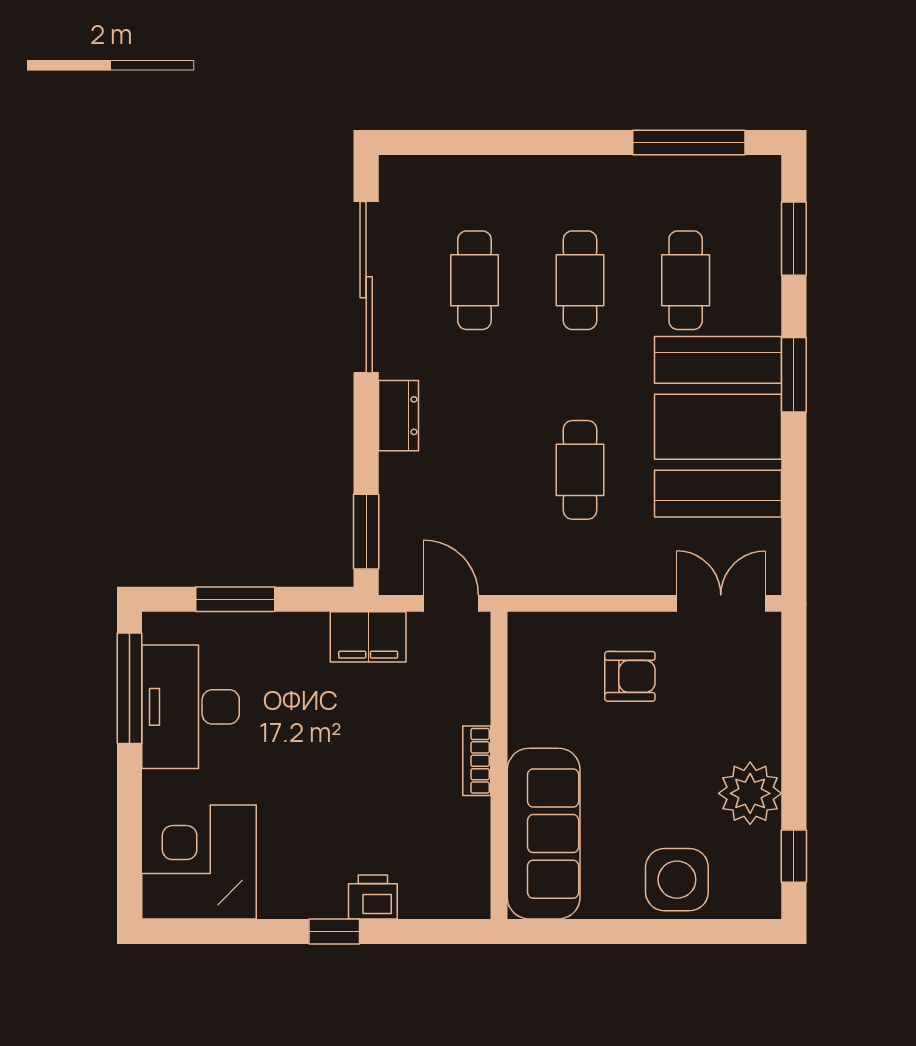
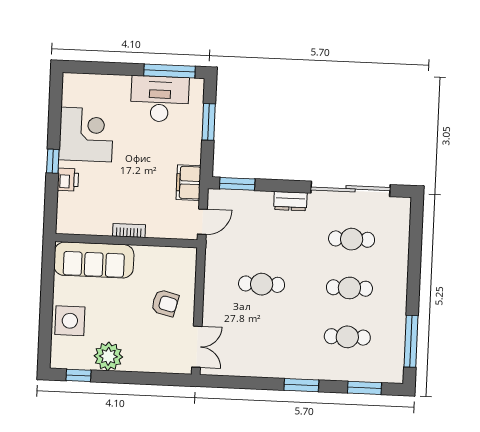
booth: (718, 427) -> (279, 349), removed
armchair: (630, 676) -> (165, 303), turned -76
corner desk: (199, 862) -> (86, 134), moved

